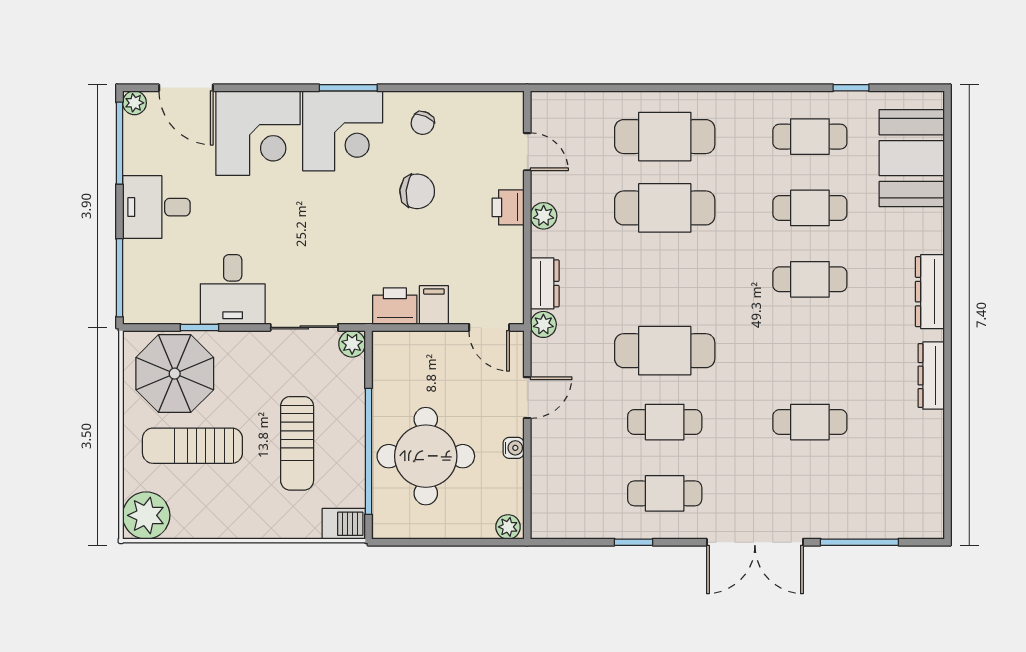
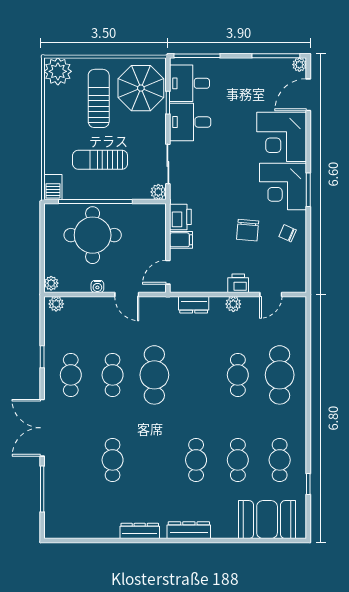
desk: (156, 207) -> (190, 83), moved, turned -90
cafe table: (665, 208) -> (238, 375), width x0.73, depth x0.74
plant: (543, 324) -> (56, 304), moved

